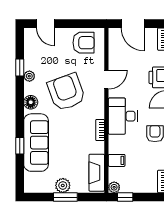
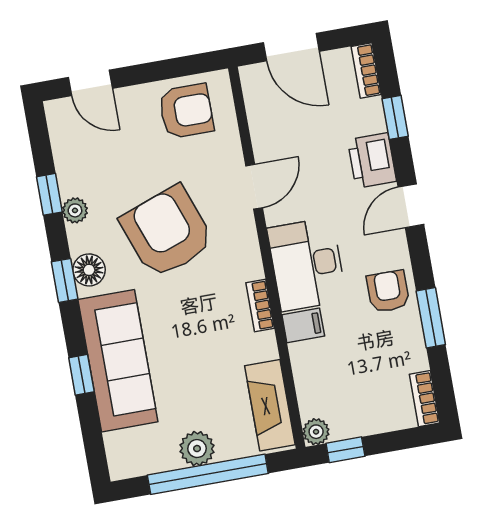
window: (20, 105) -> (65, 280), added
filing cabinet: (117, 160) -> (303, 325), moved
window: (65, 197) -> (208, 474), width x2.11

